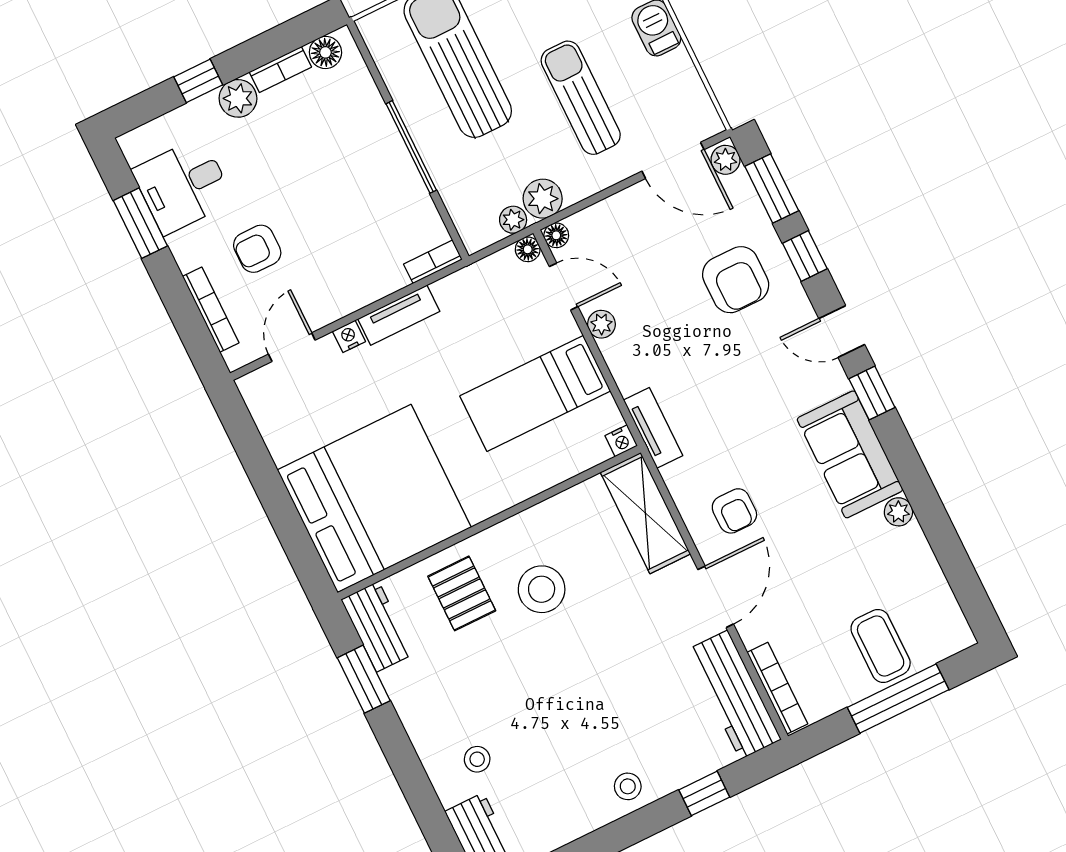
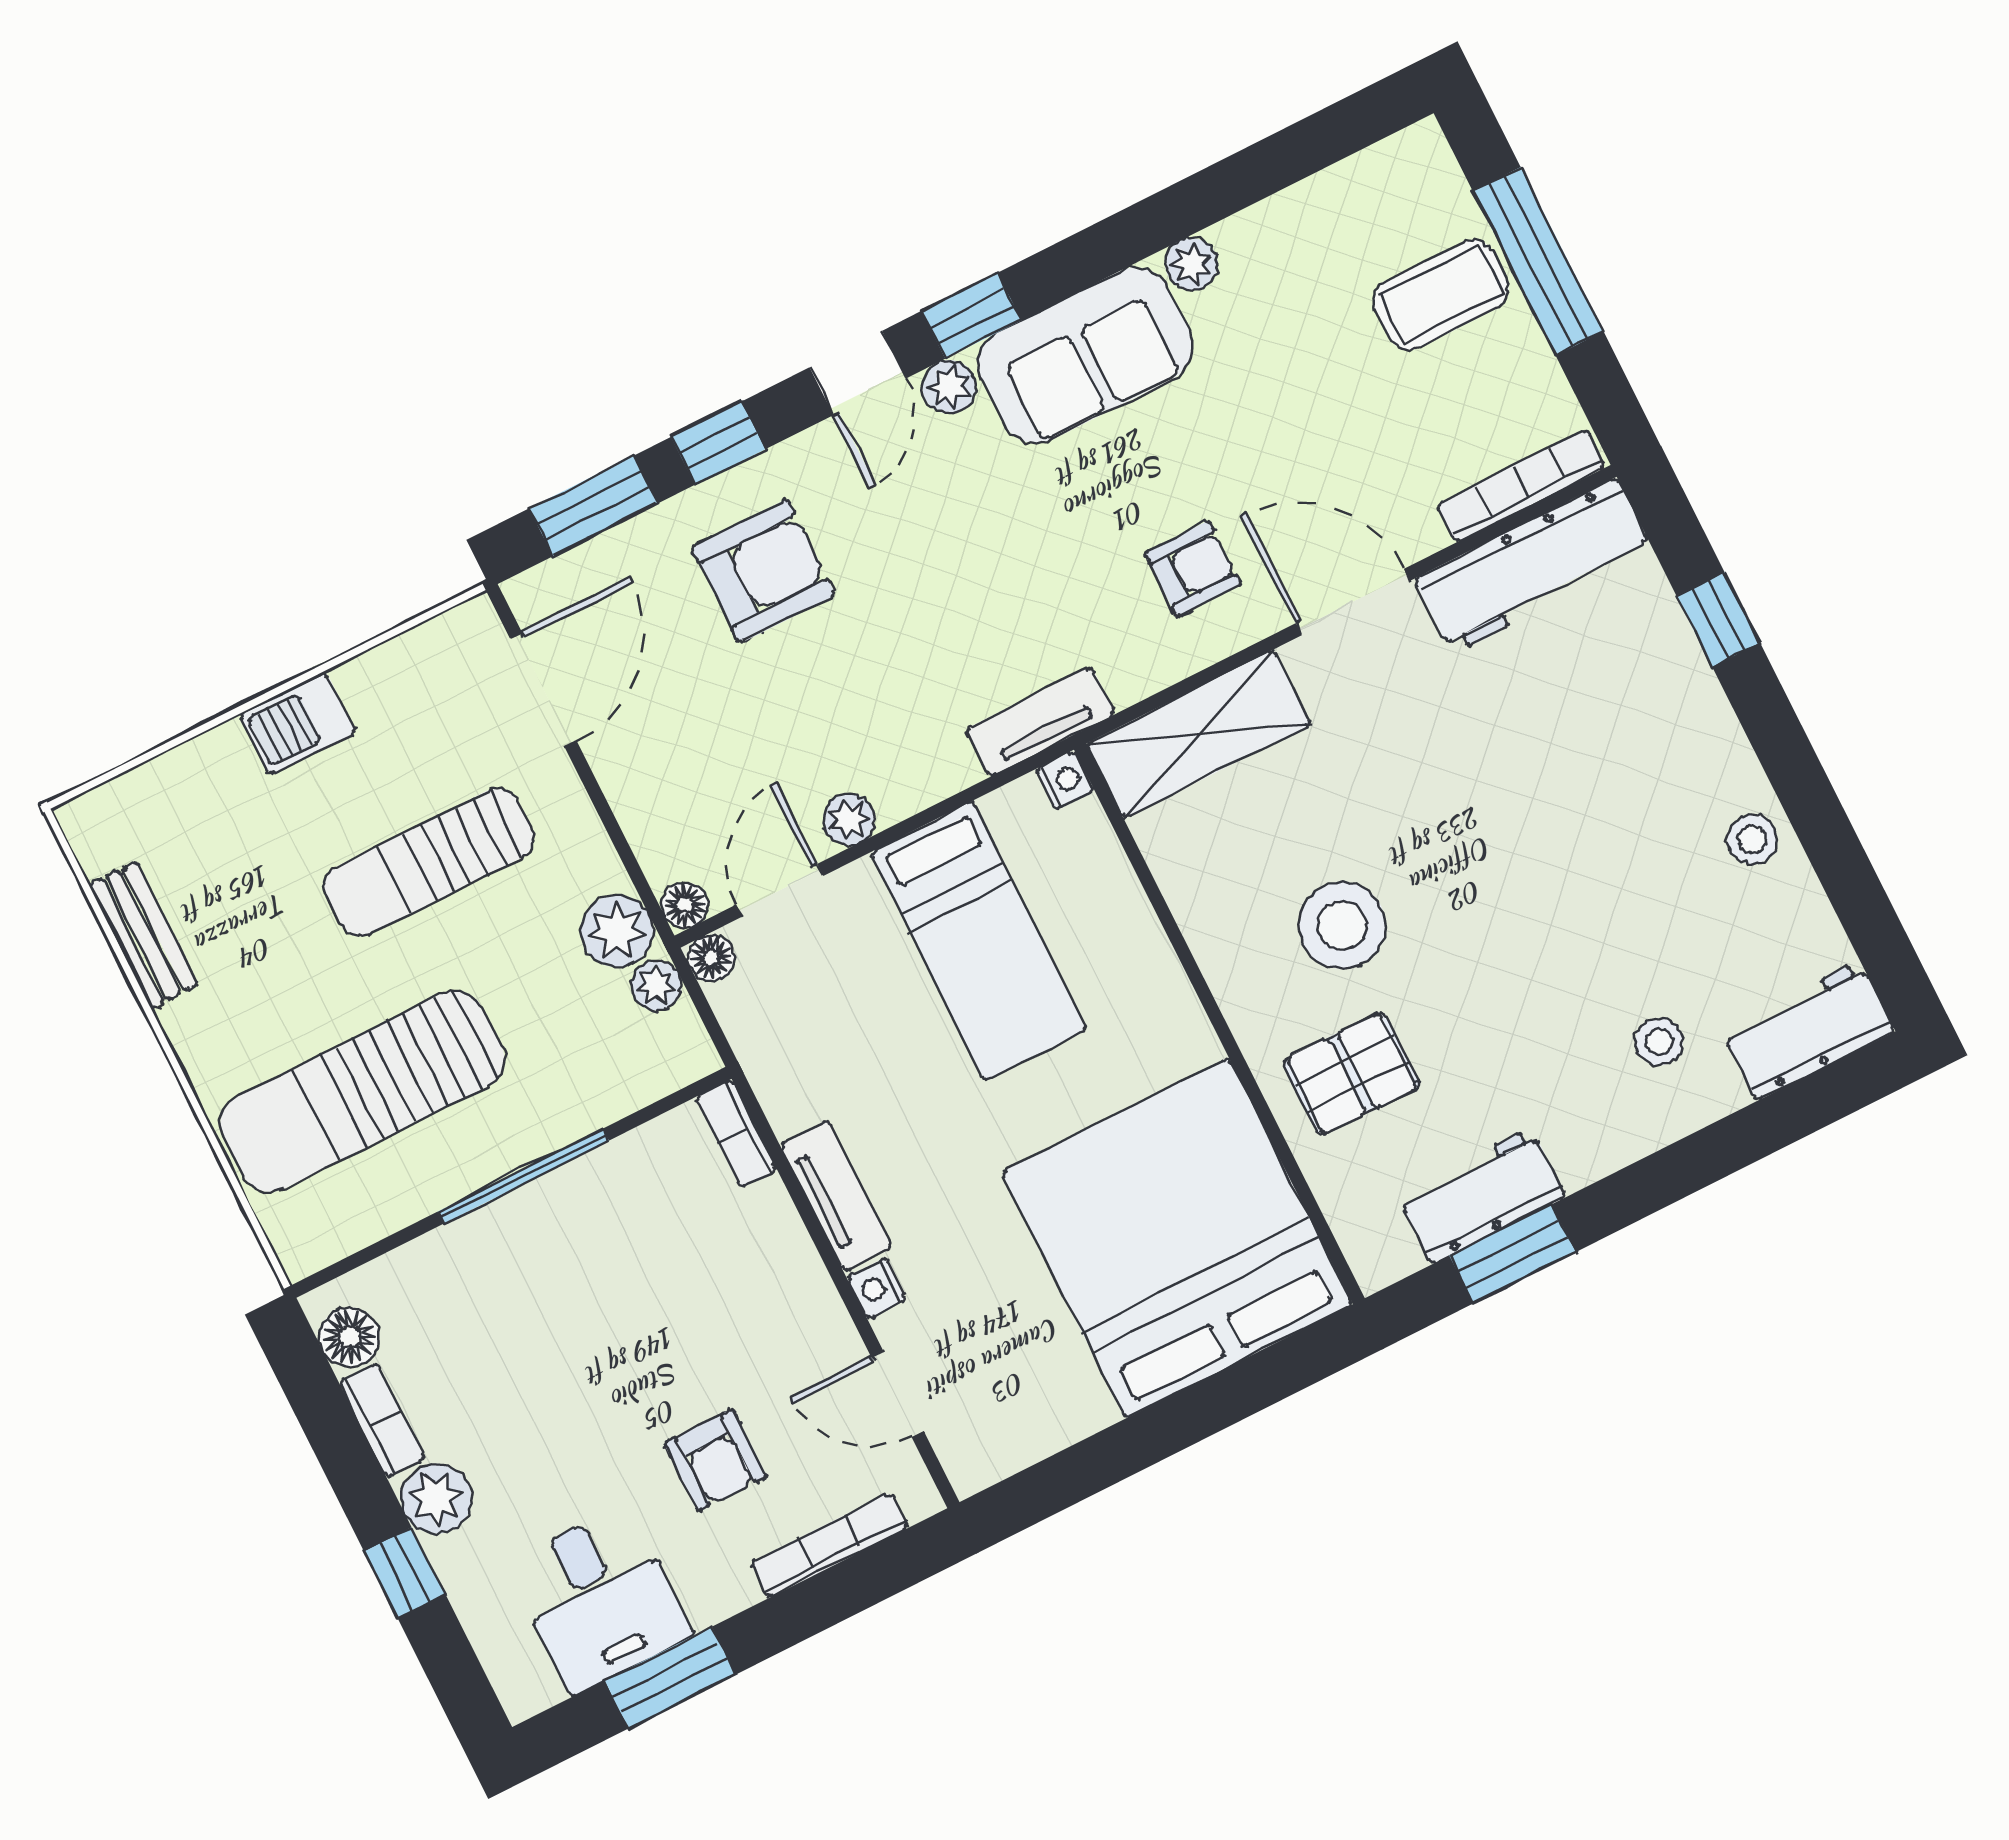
plant: (726, 160) -> (949, 387), moved
workbench: (377, 627) -> (1481, 1196), moved
stool: (628, 786) -> (1752, 839), moved

